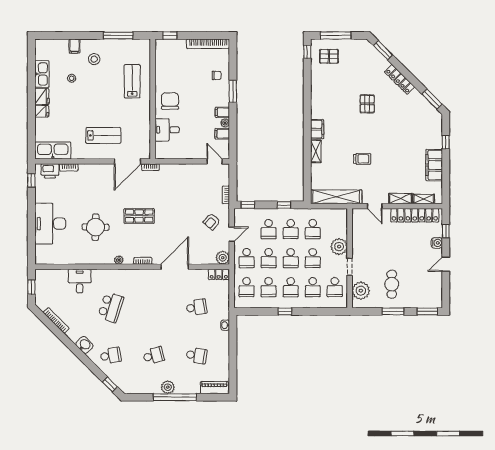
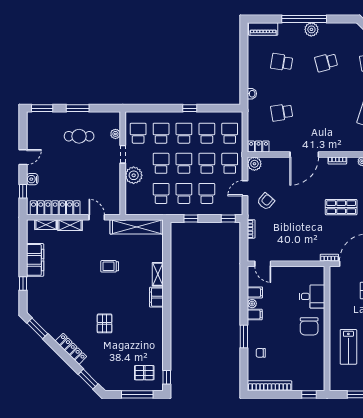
cafe table: (392, 284) -> (79, 136), turned 90
plant: (361, 291) -> (115, 134), width x0.53, depth x0.53

